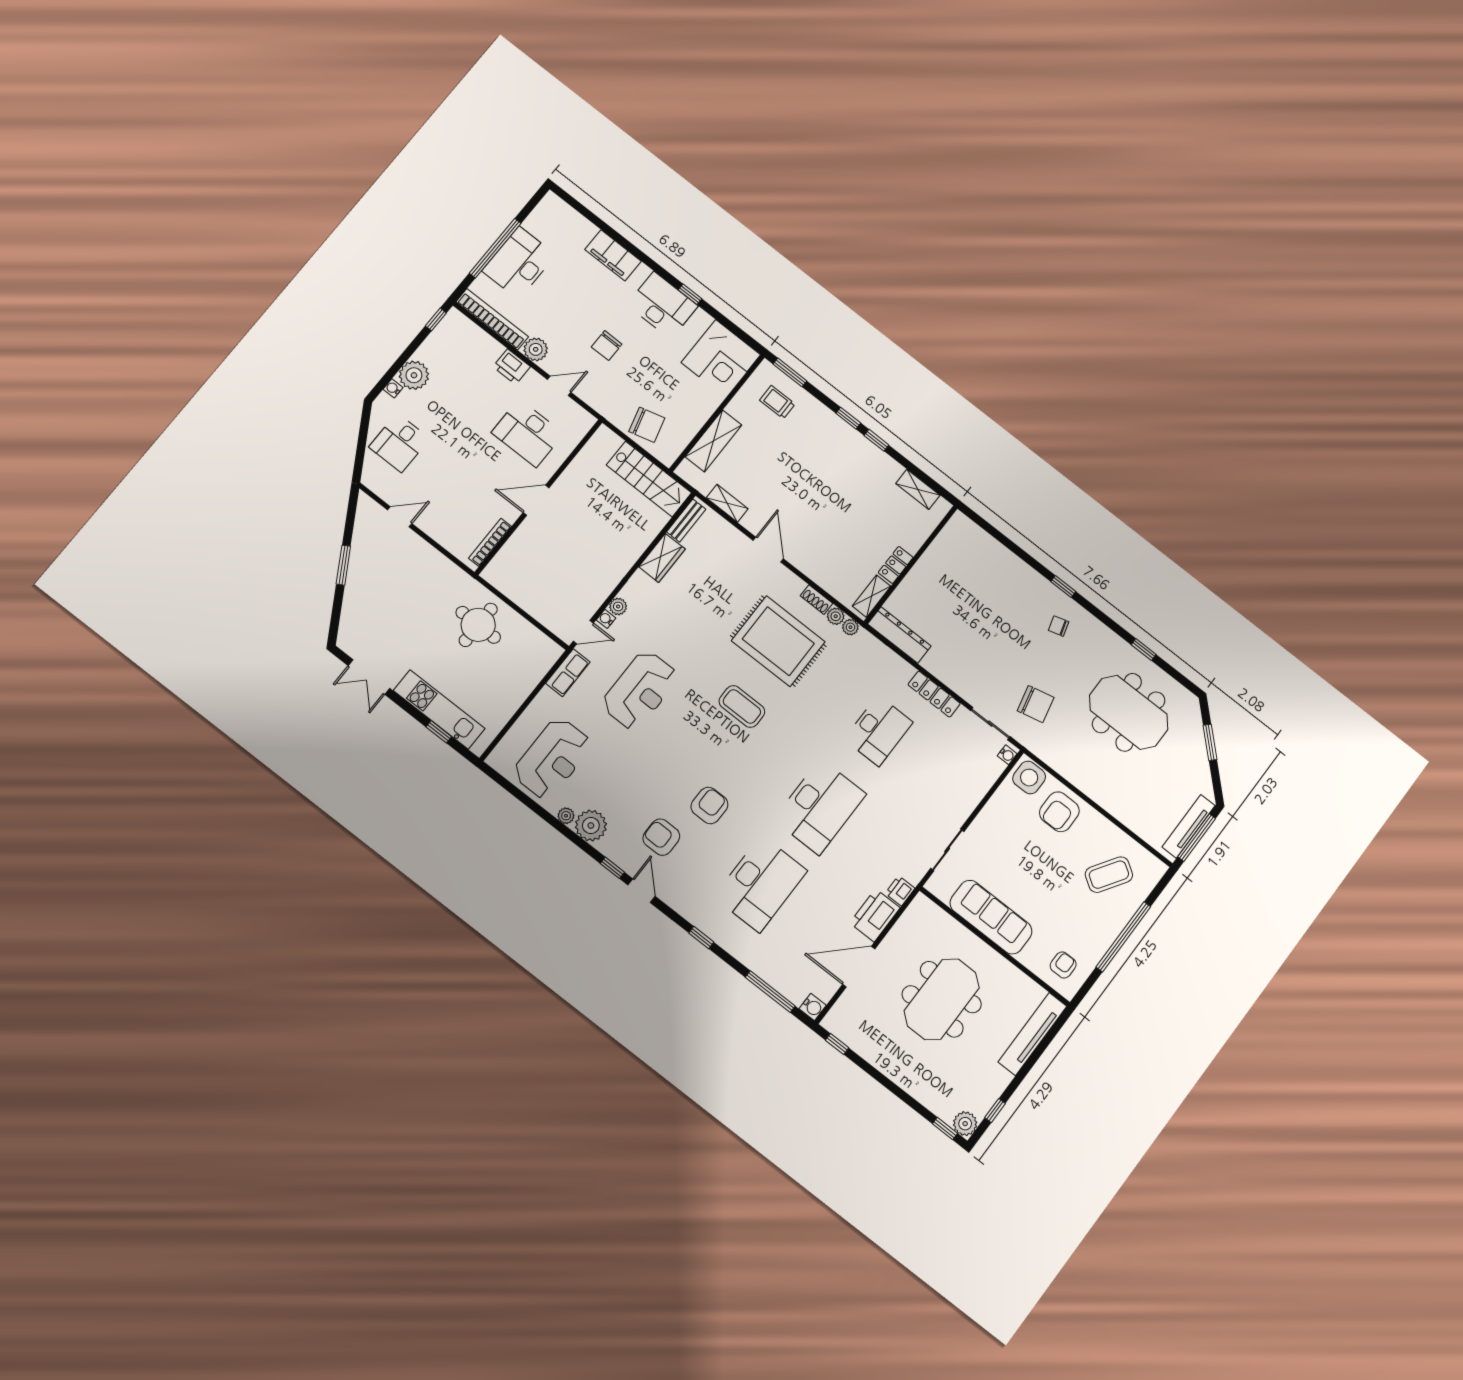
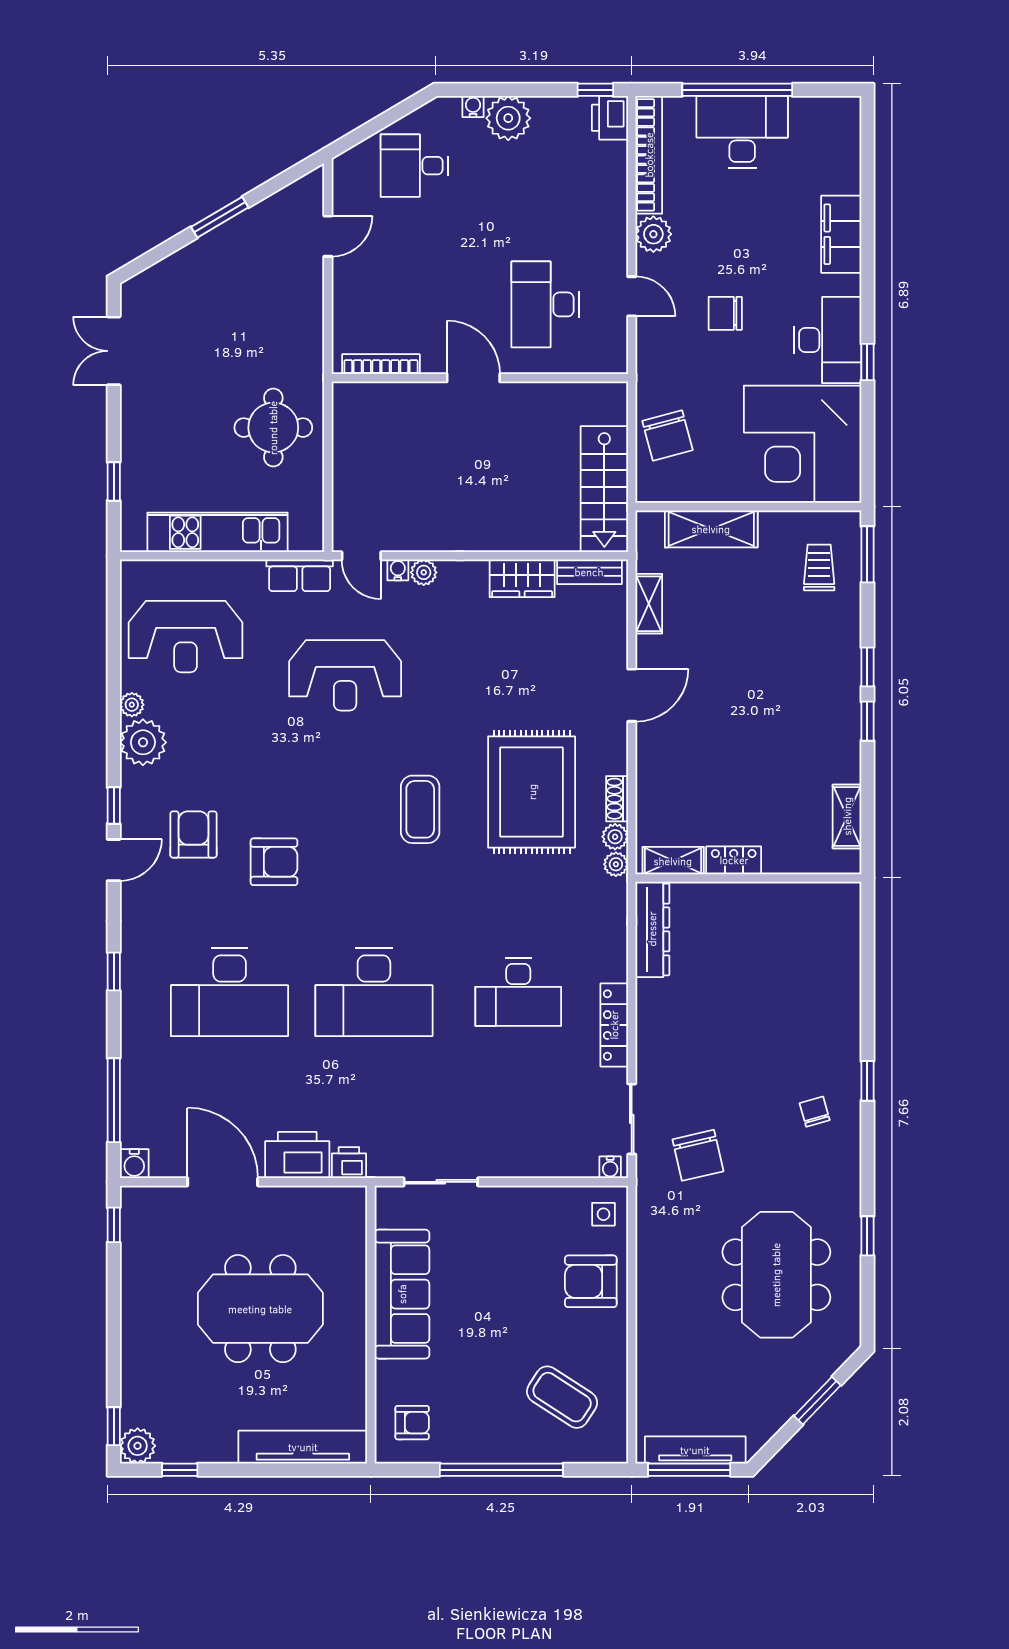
corner desk: (721, 359) -> (803, 444), width x1.36, depth x1.36
printer: (512, 367) -> (610, 118), moved
door: (400, 517) -> (328, 236), hinge flipped
kitchen unit: (439, 709) -> (218, 532), moved, turned -90
side table: (1029, 778) -> (603, 1214), width x0.54, depth x0.54

